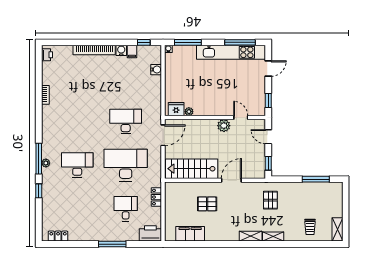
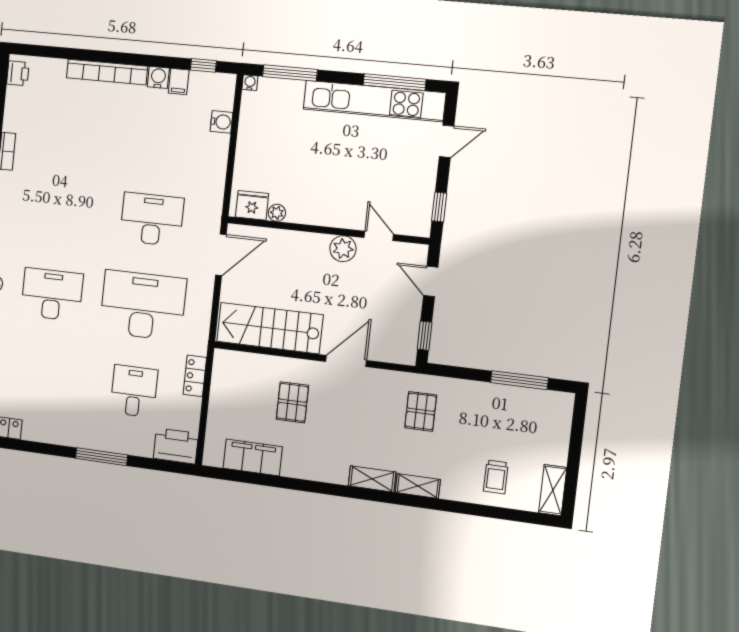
pallet: (207, 204) -> (292, 402), turned 90

